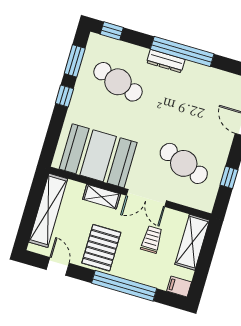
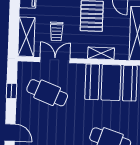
double door: (146, 198) -> (55, 60), moved

